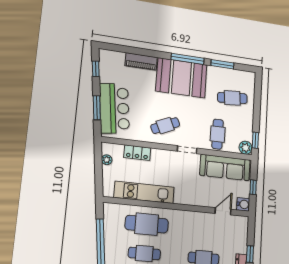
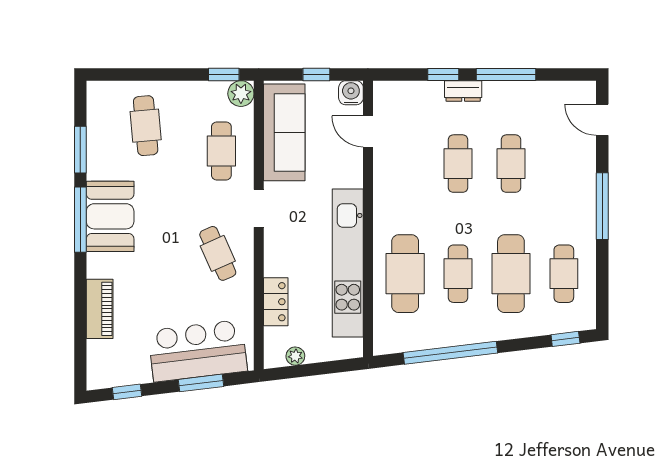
booth: (181, 78) -> (110, 216), width x0.73, depth x0.70
cafe table: (218, 134) -> (221, 151), turned 90
kitchen unit: (144, 192) -> (348, 263), width x1.36

